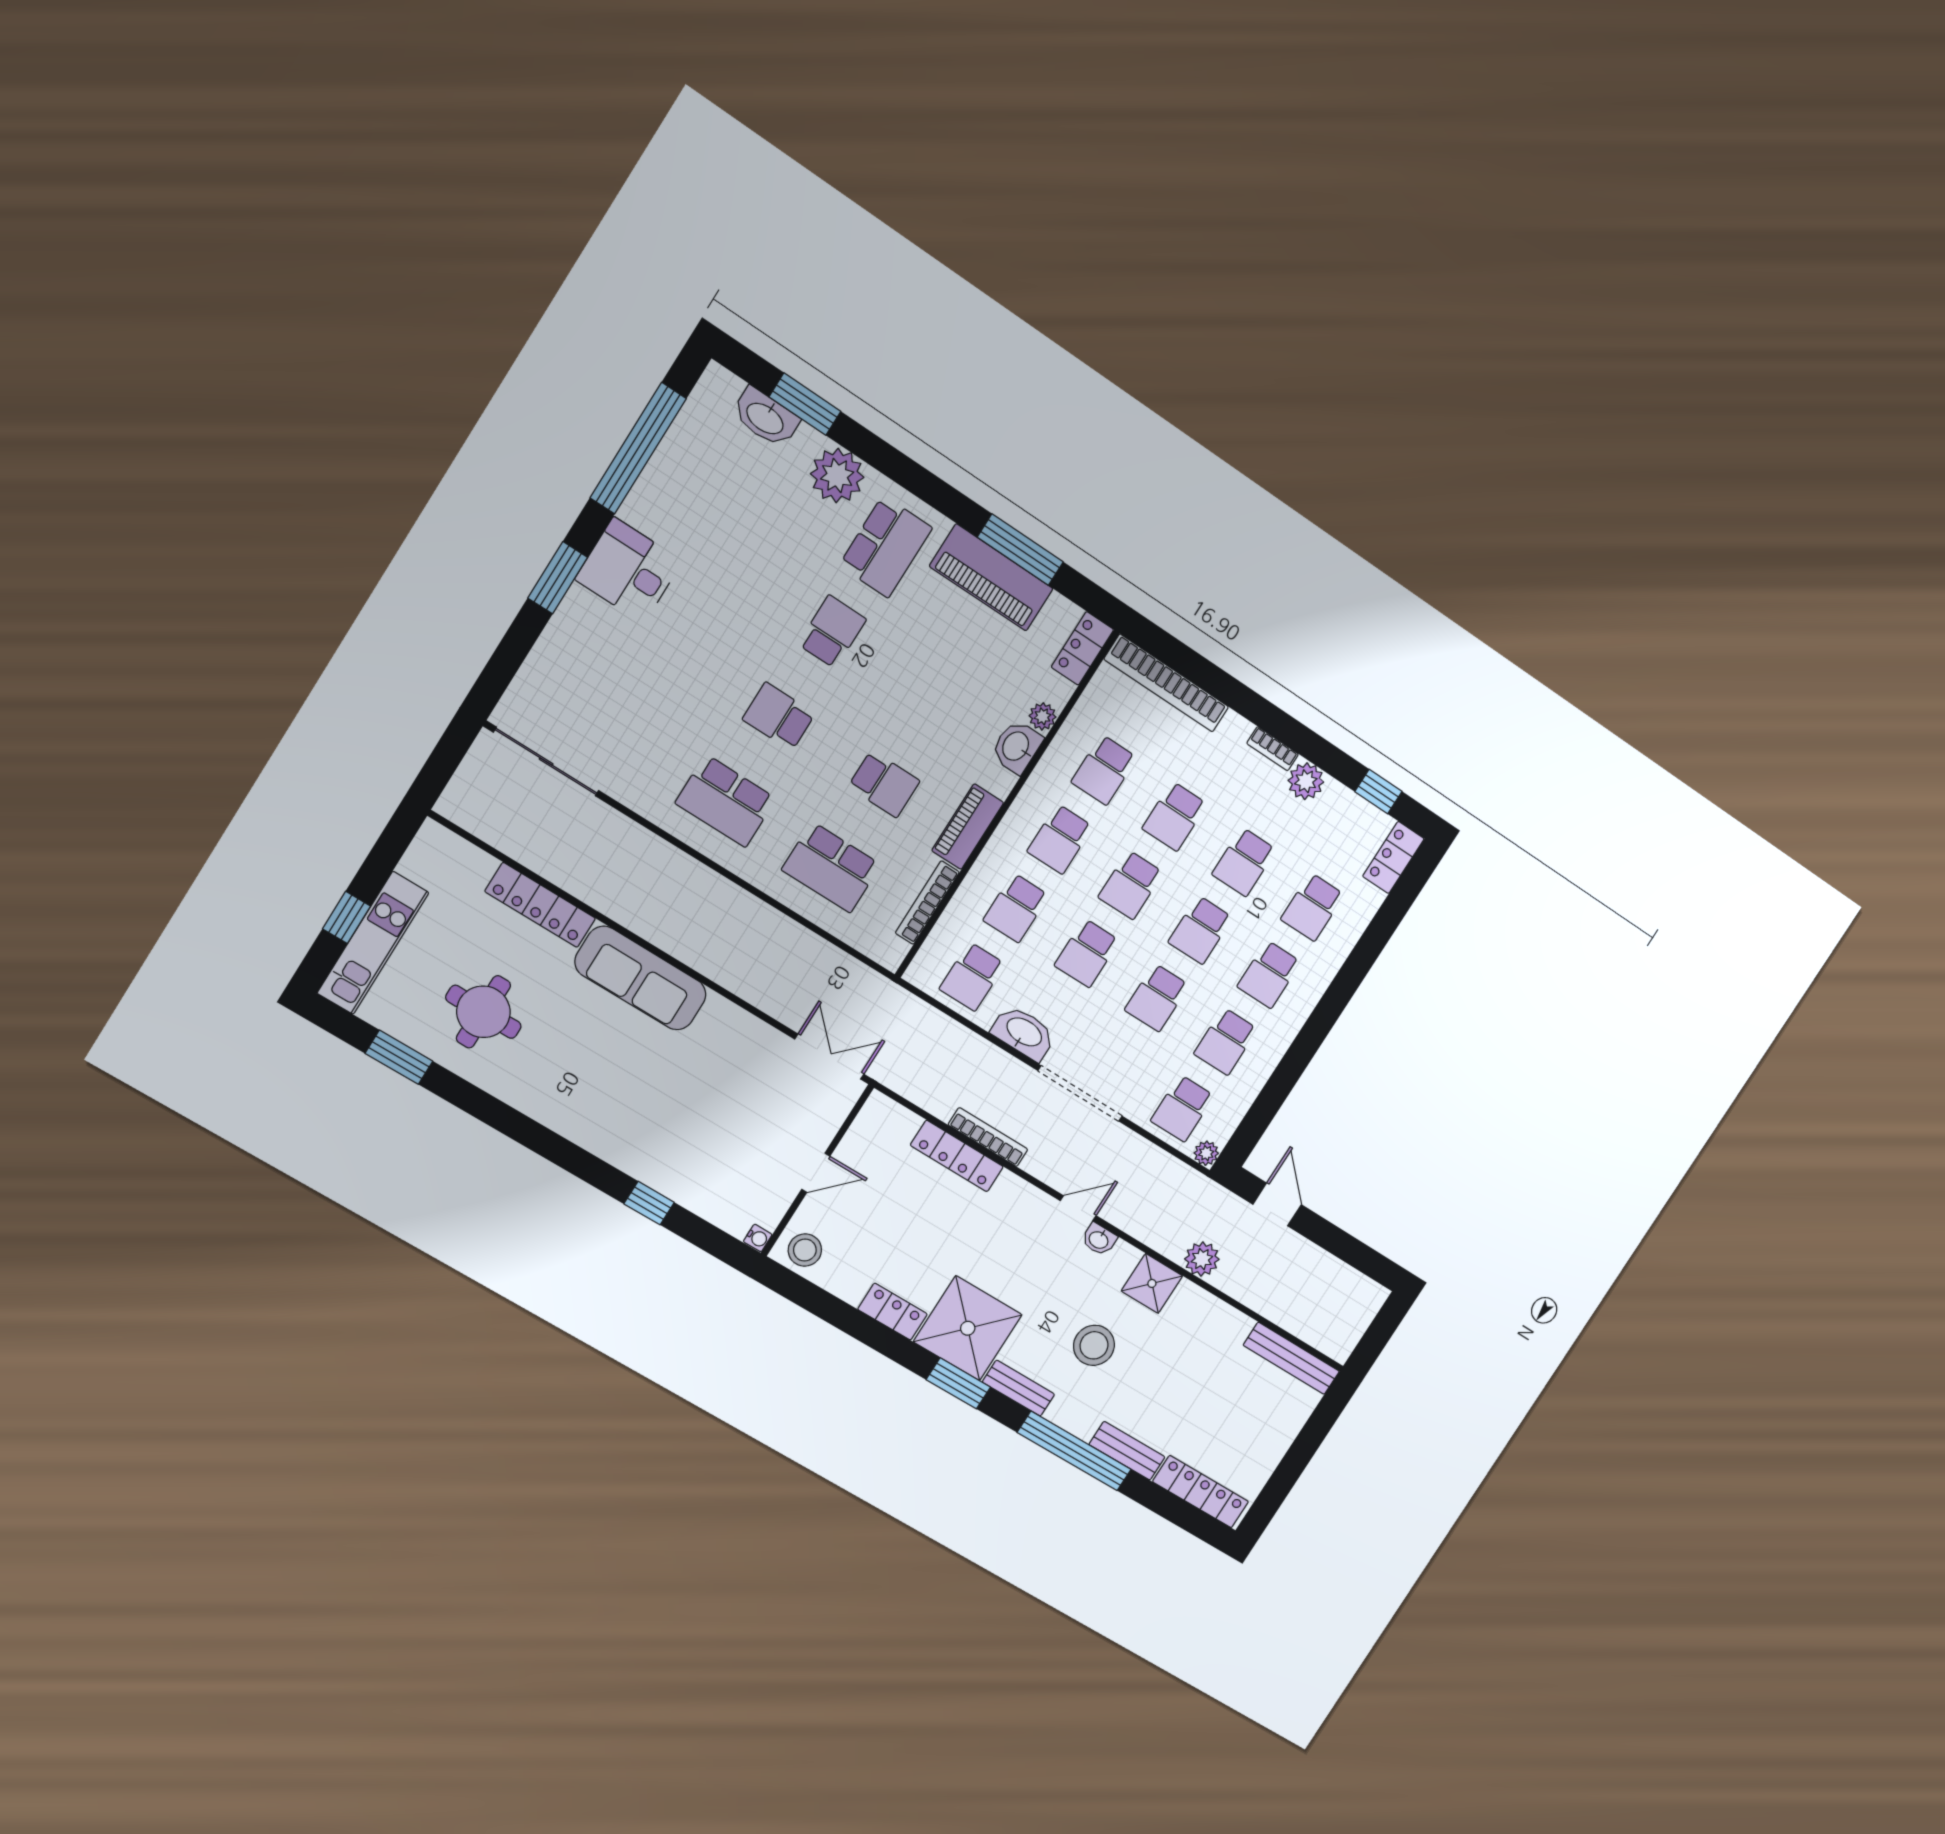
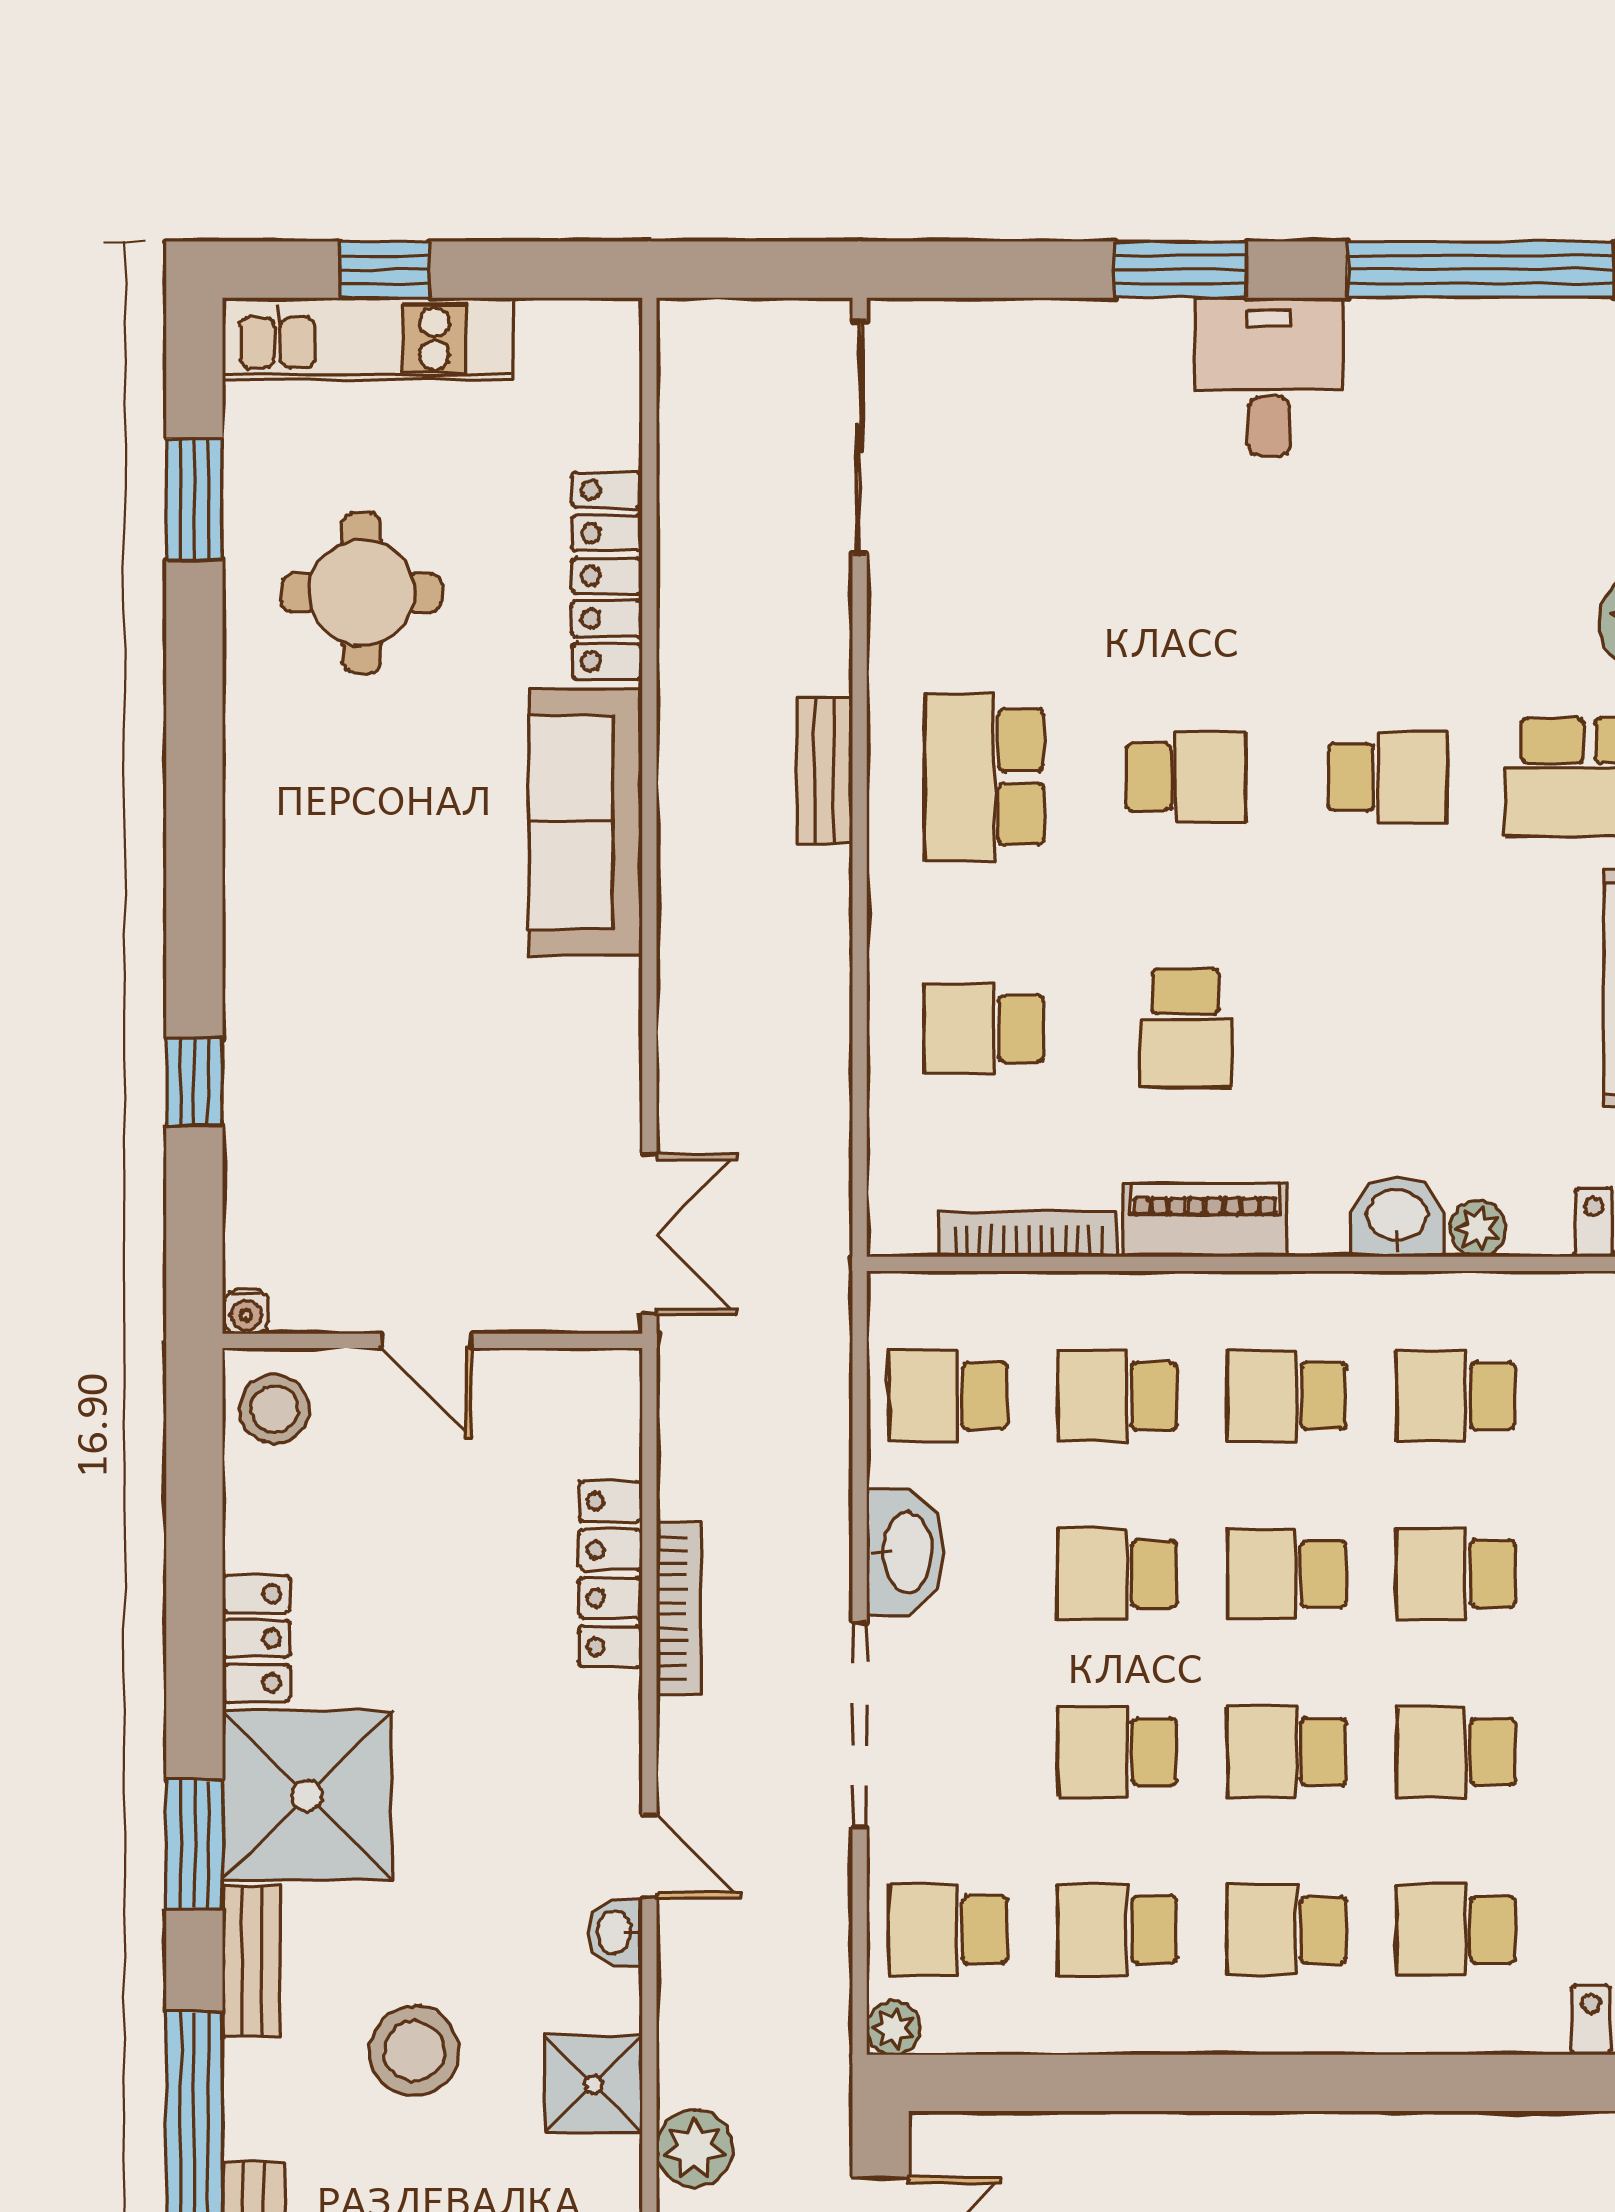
school desk: (779, 716) -> (1186, 777), turned 90
bench: (681, 866) -> (824, 770), added
school desk: (831, 867) -> (984, 1028), width x0.54

